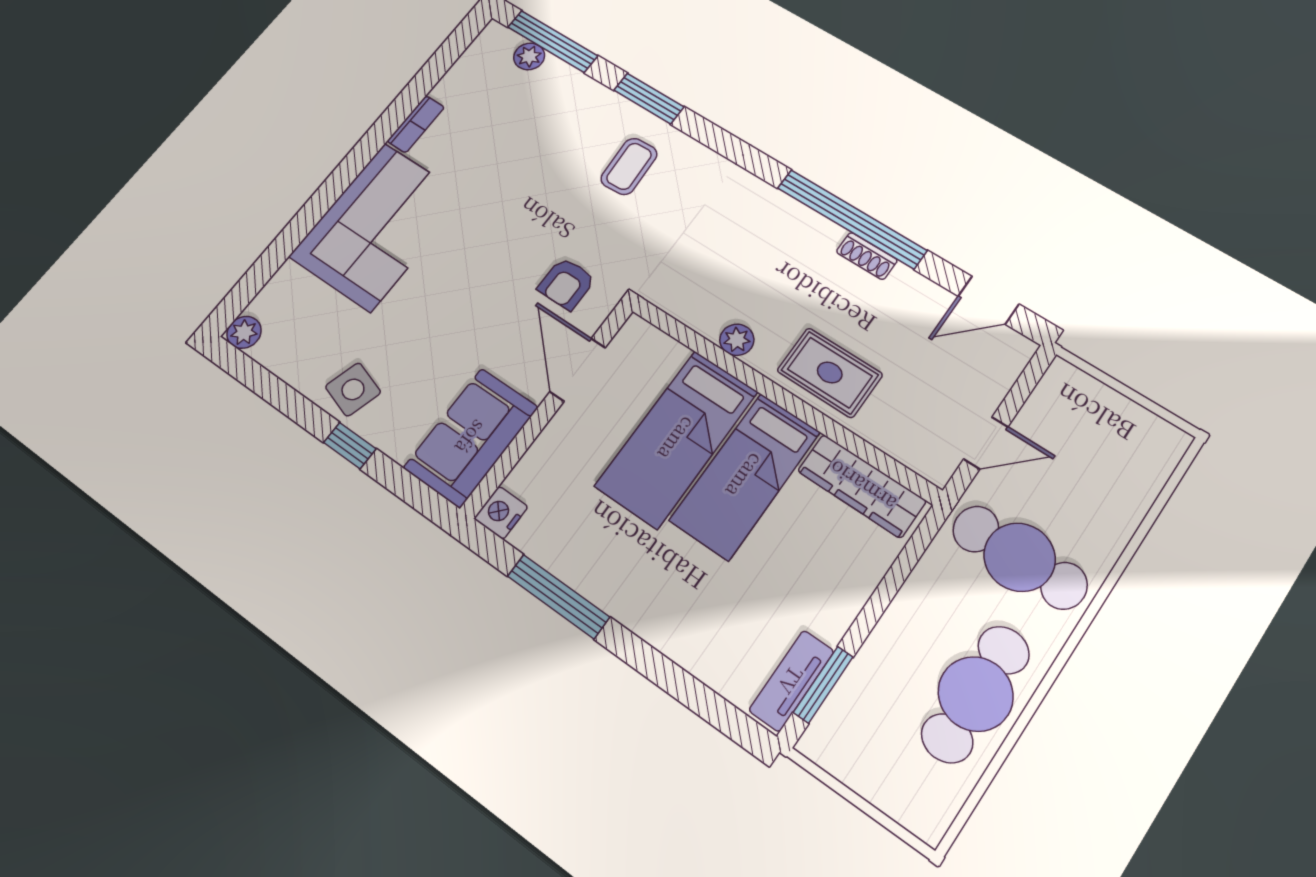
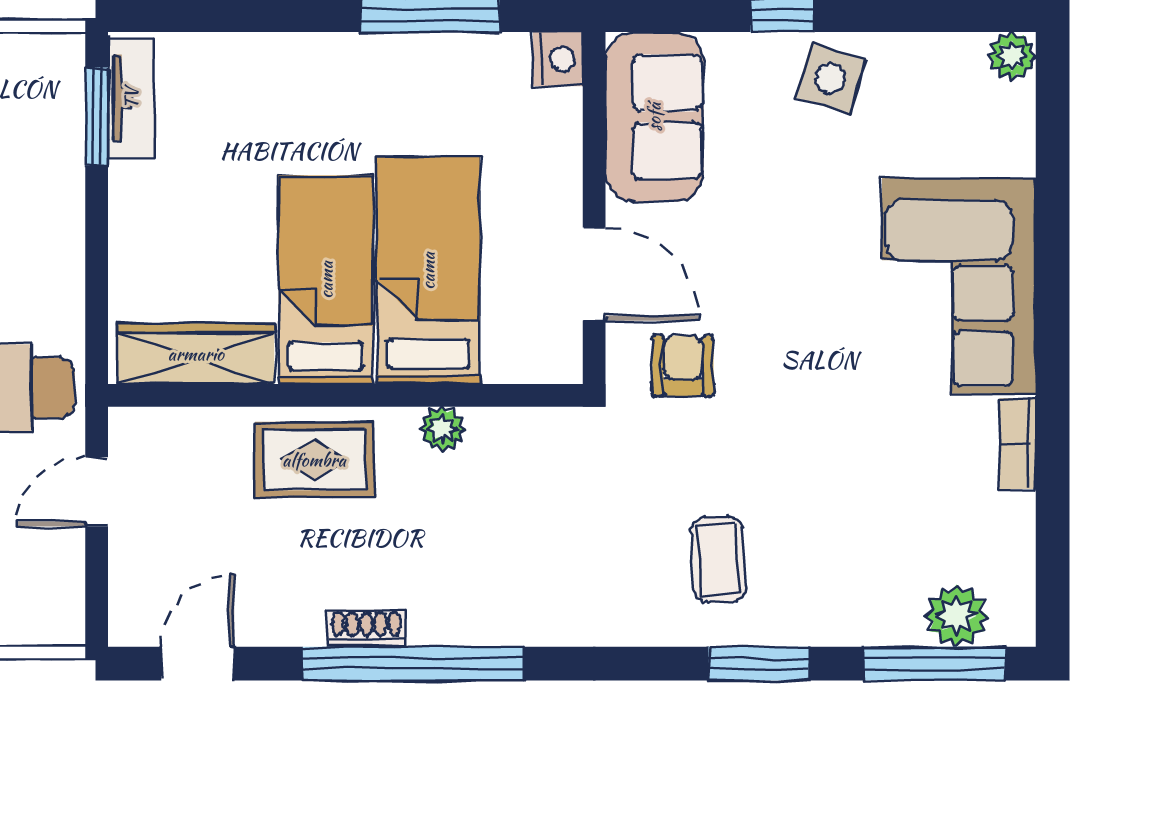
plant: (529, 56) -> (957, 616), width x1.38, depth x1.38

